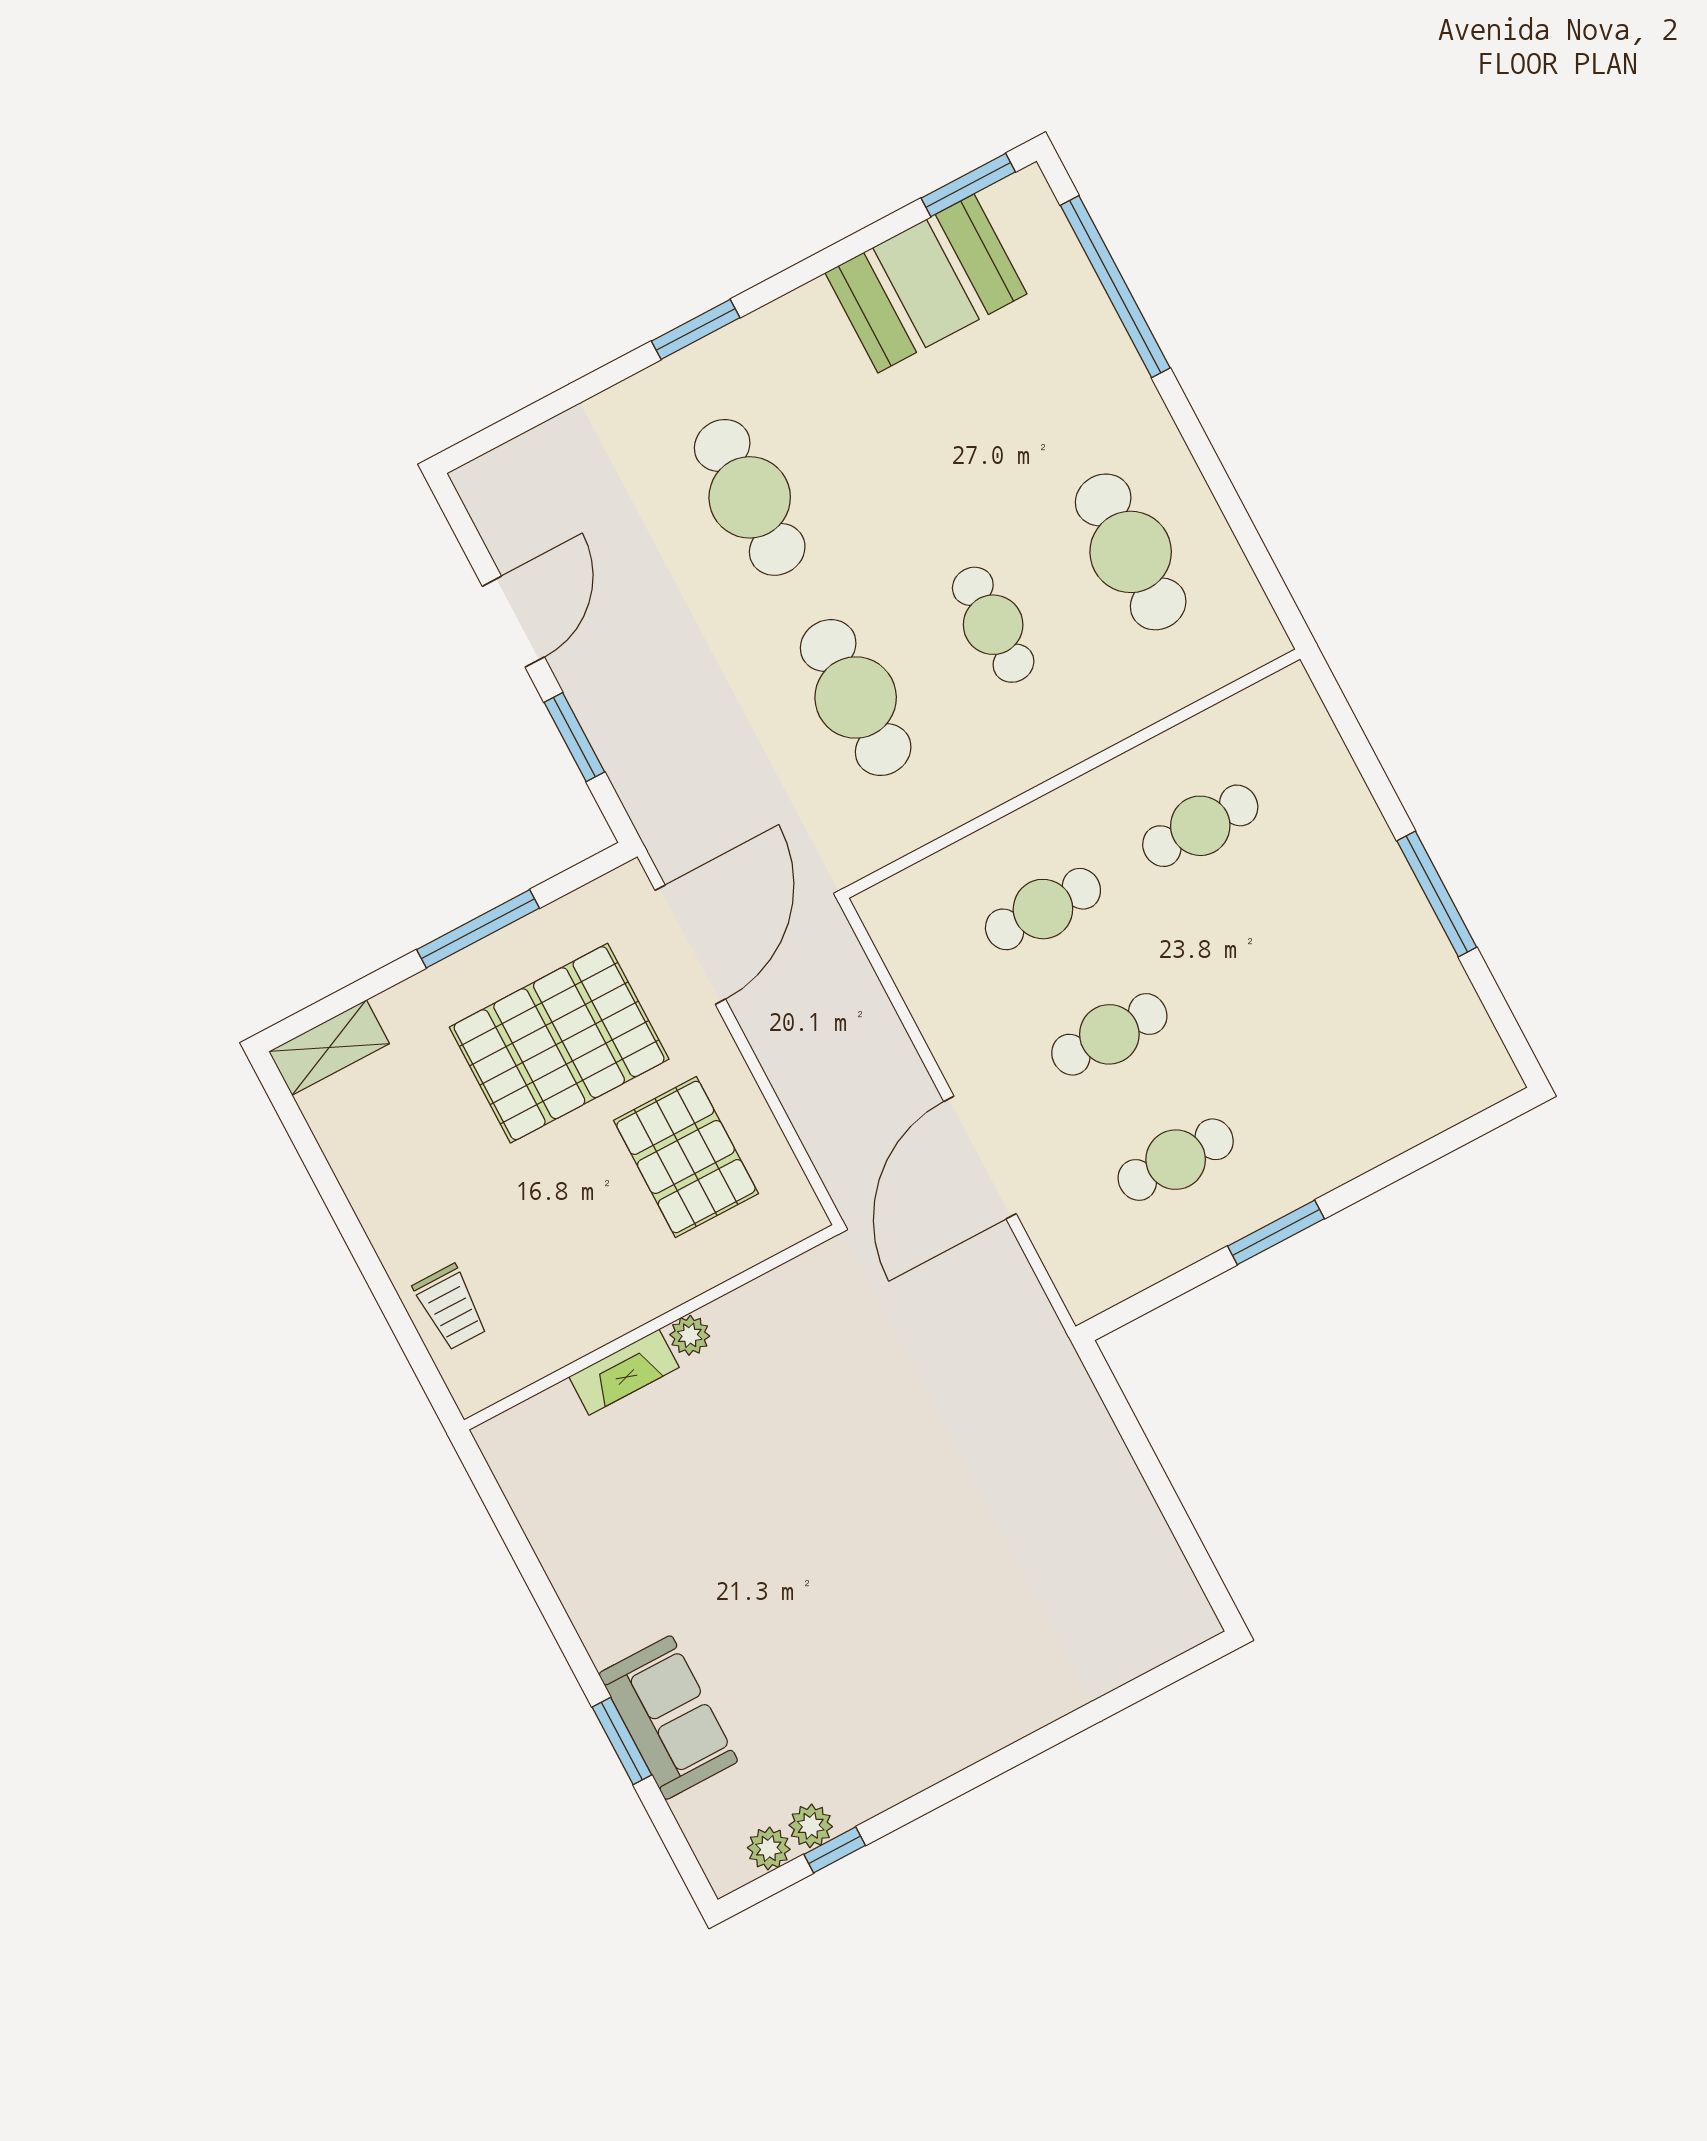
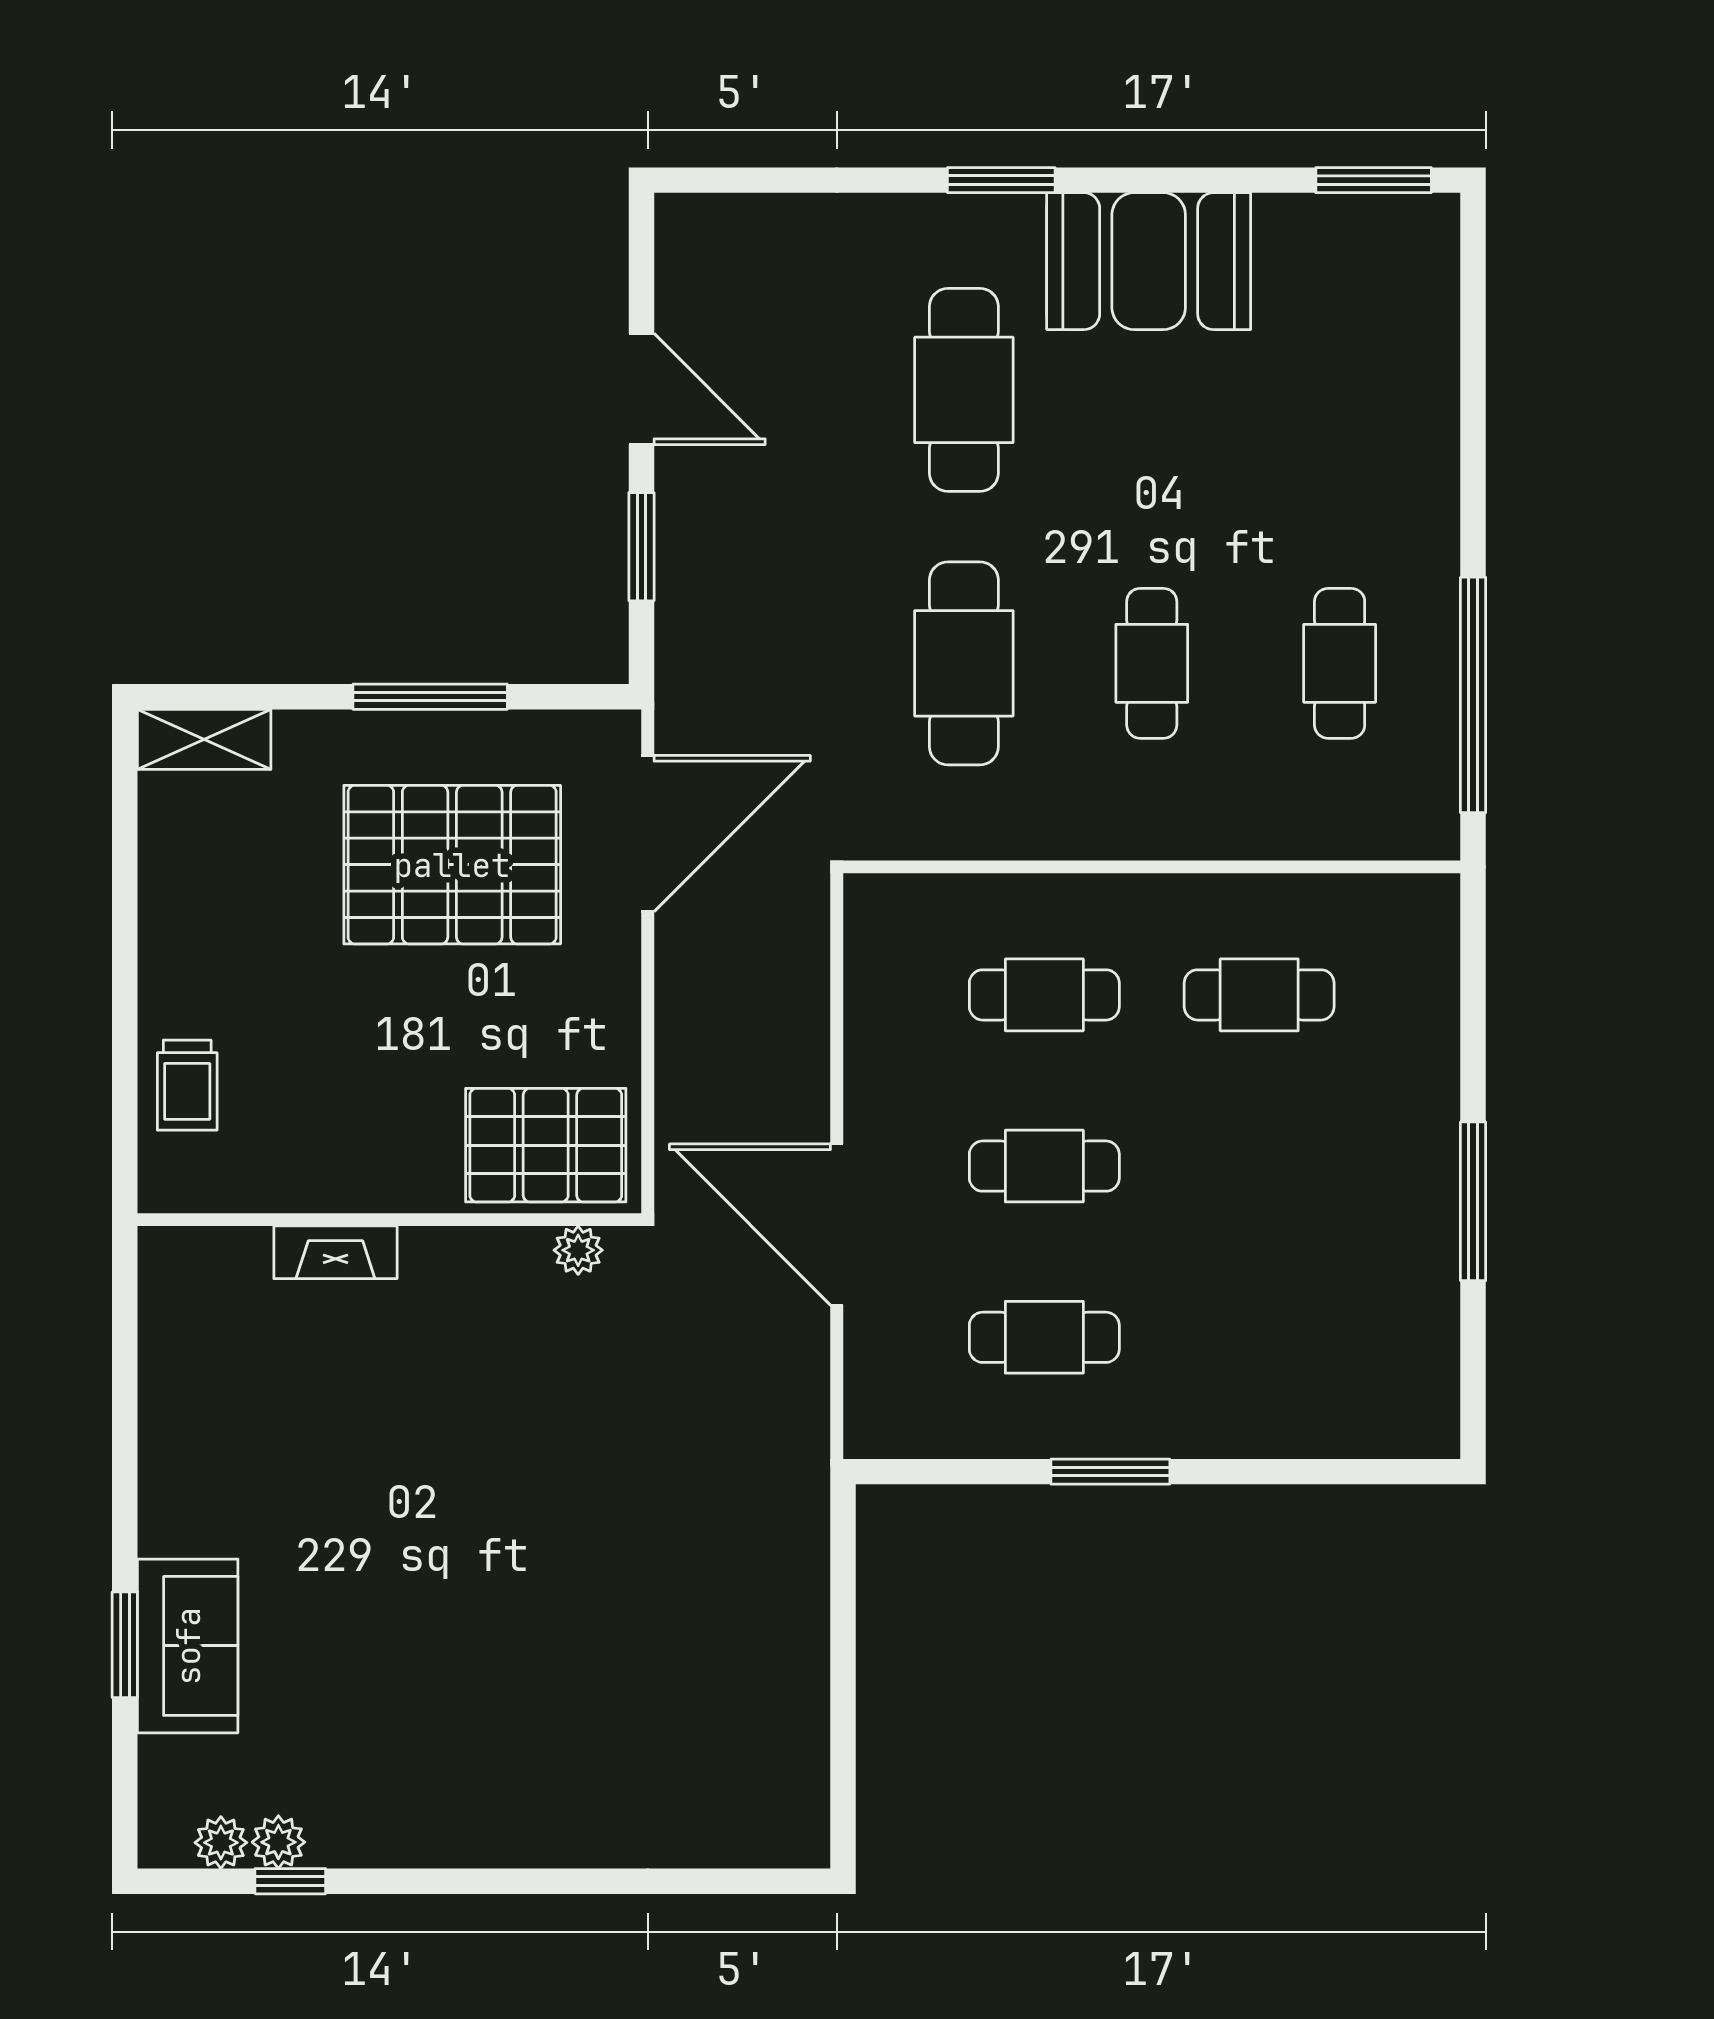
booth: (926, 283) -> (1149, 261), moved
window: (1115, 287) -> (1473, 695), moved
cafe table: (1131, 552) -> (1340, 663), width x0.73, depth x0.74
door: (513, 622) -> (641, 389), hinge flipped
pallet: (686, 1157) -> (546, 1145), moved, turned 90
door: (980, 1158) -> (837, 1224), hinge flipped
plant: (690, 1335) -> (578, 1250), moved

